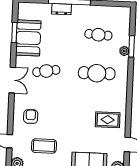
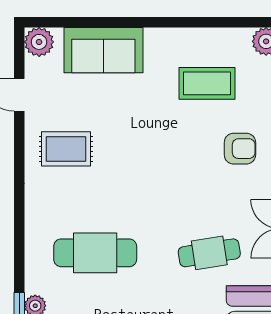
armchair: (31, 117) -> (240, 149), turned -90

